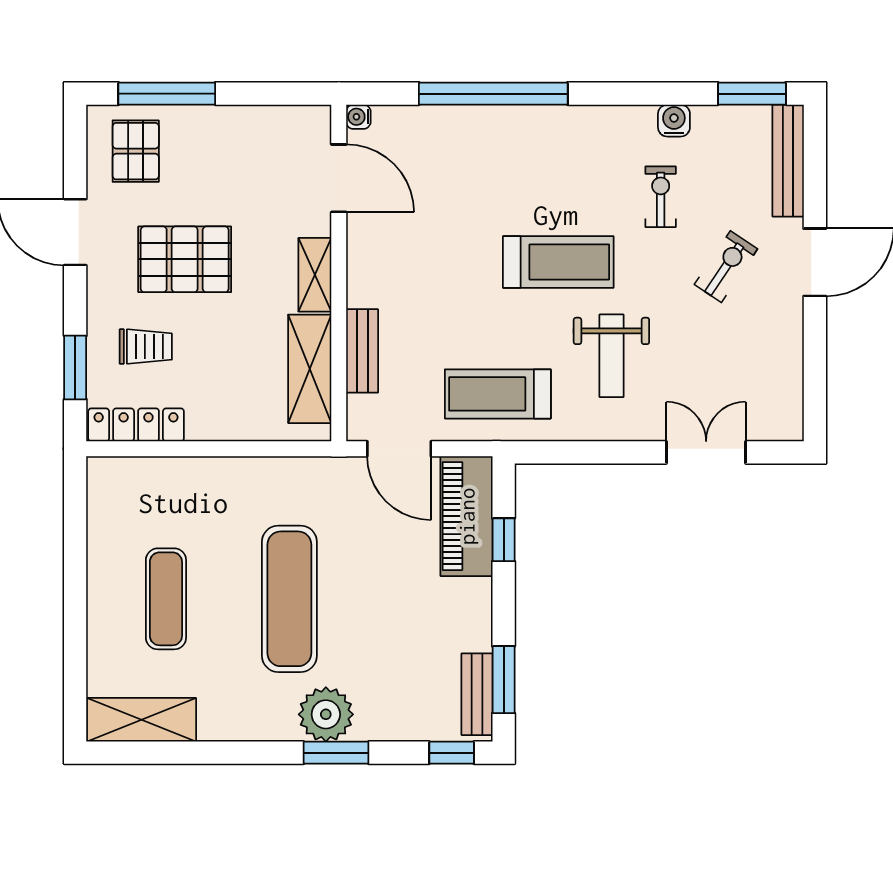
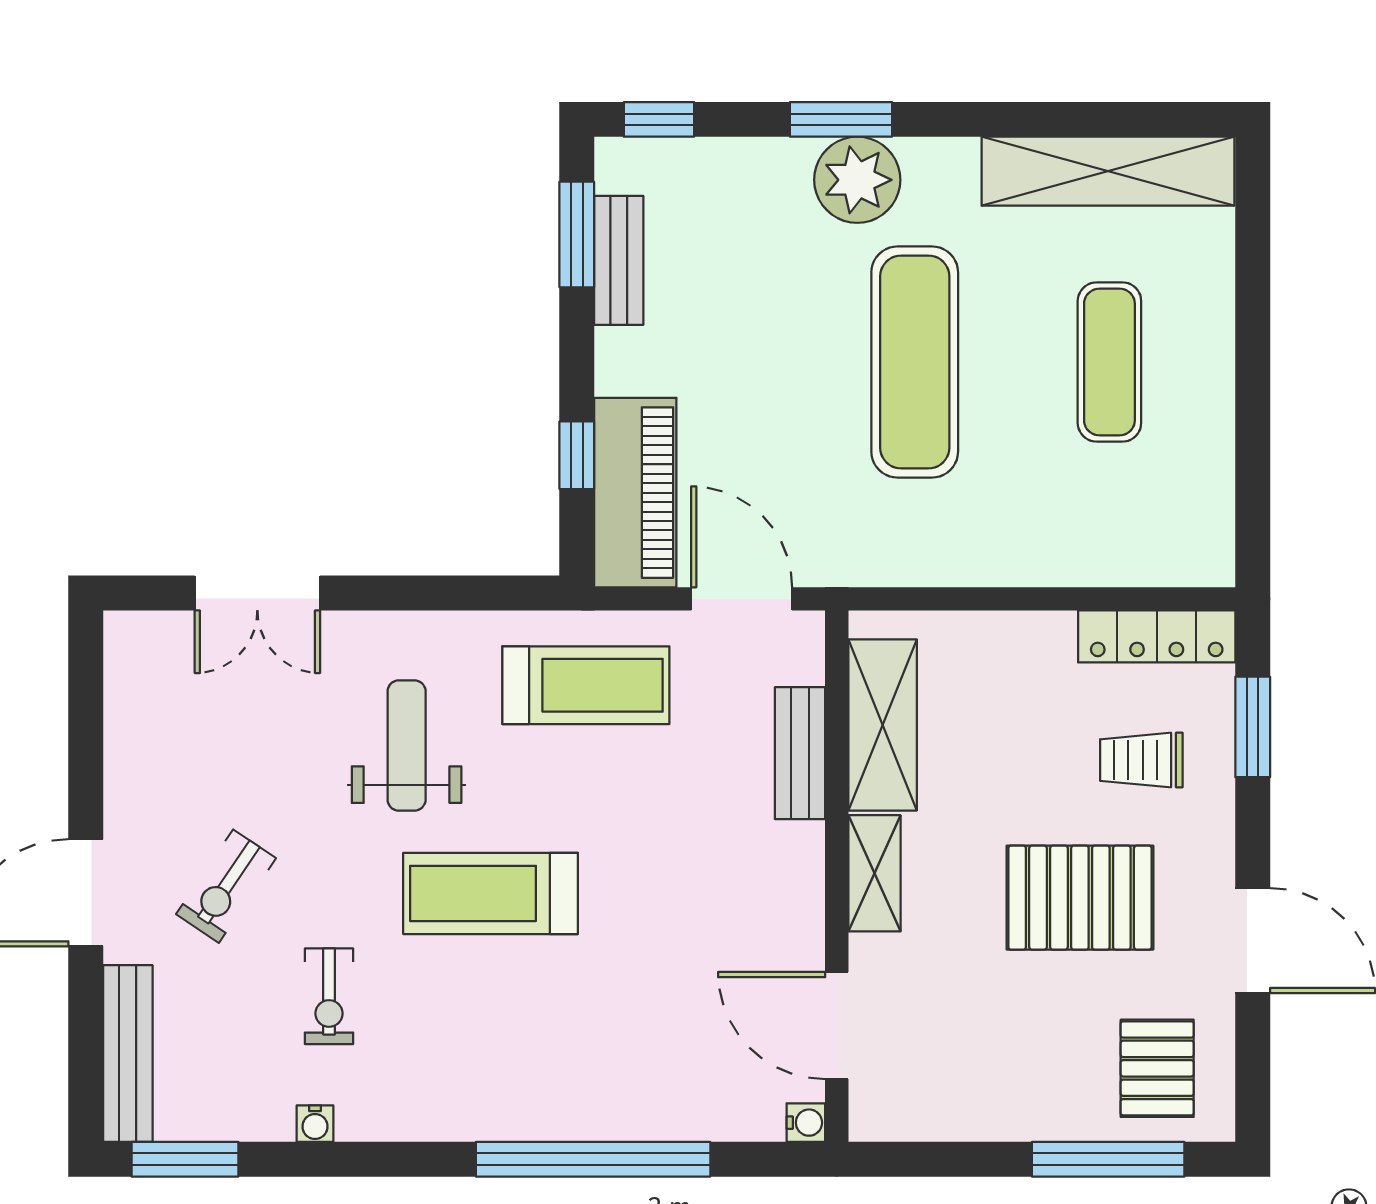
water cooler: (674, 121) -> (315, 1124), width x0.72, depth x0.72
bench: (477, 694) -> (619, 260), moved
shelving: (141, 720) -> (1108, 171), width x1.47

